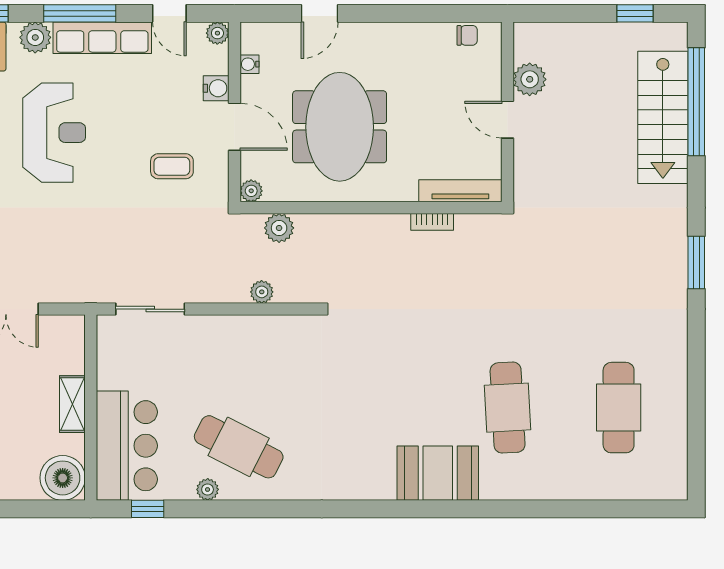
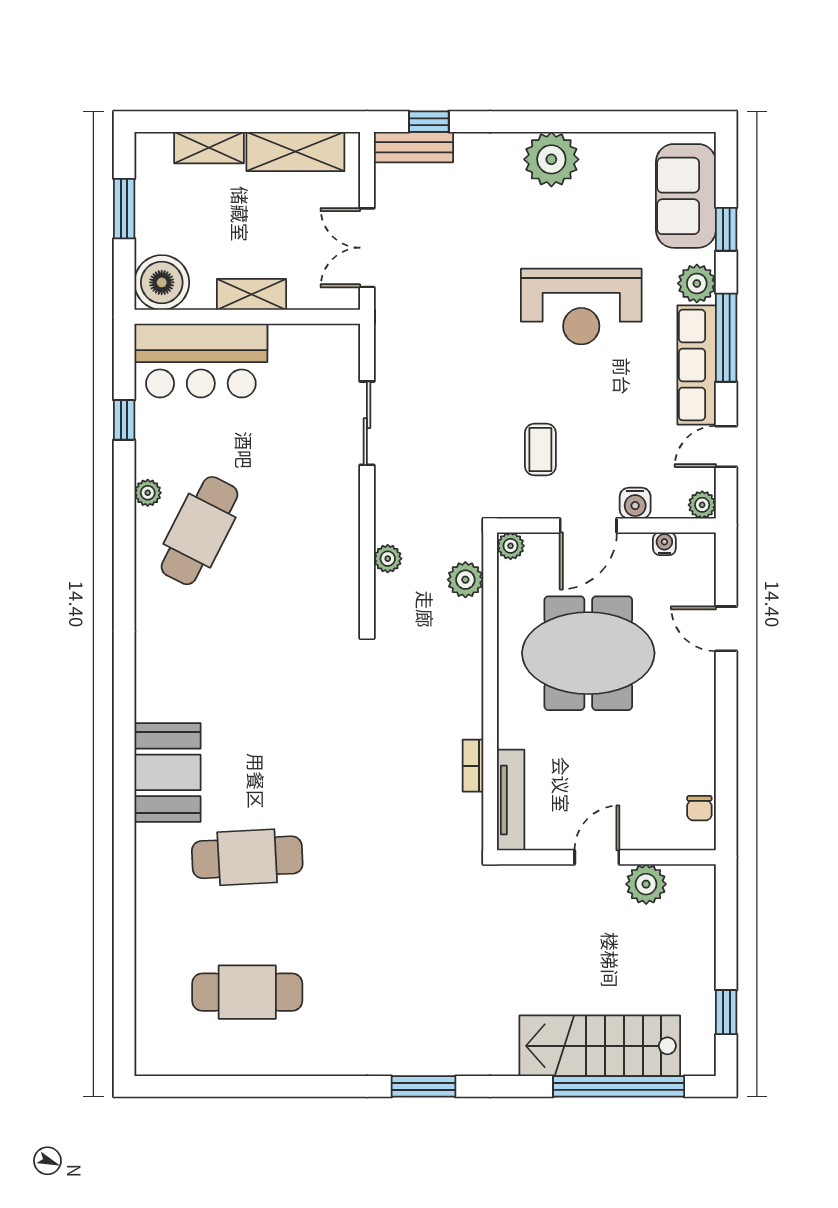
shelving: (72, 404) -> (251, 294), moved
wall: (91, 408) -> (247, 317), moved
bar counter: (127, 446) -> (201, 361), moved
boiler: (63, 478) -> (162, 282), moved

